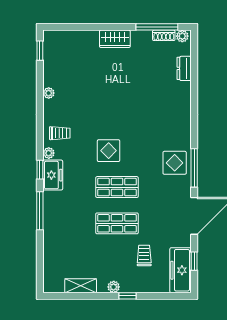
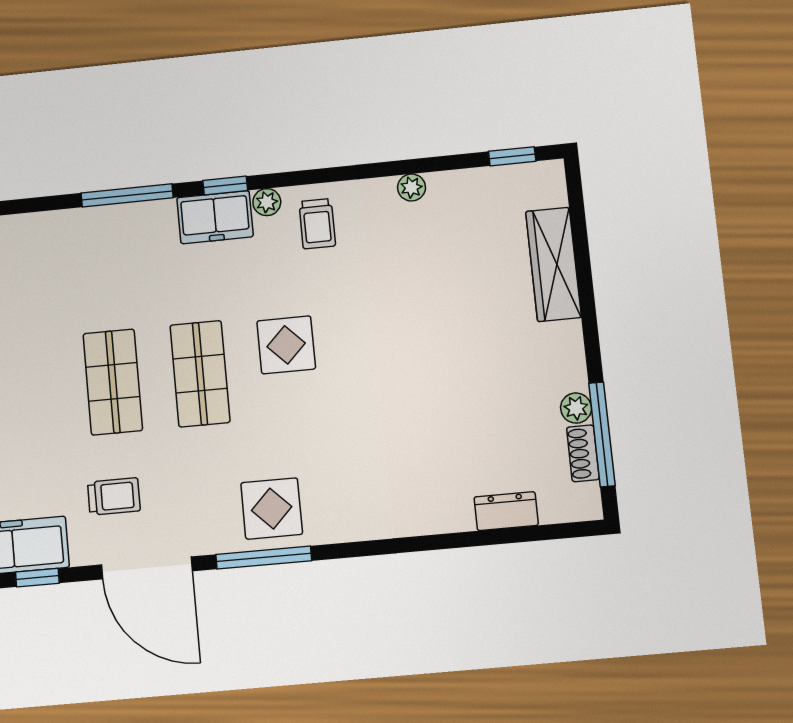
plant: (182, 36) -> (576, 408), moved
wardrobe: (115, 39) -> (553, 264), moved, width x1.50
trolley: (144, 255) -> (114, 496), moved

